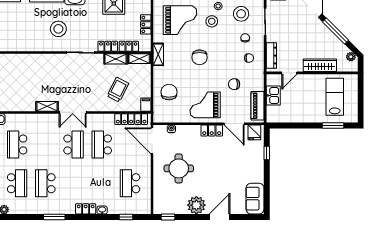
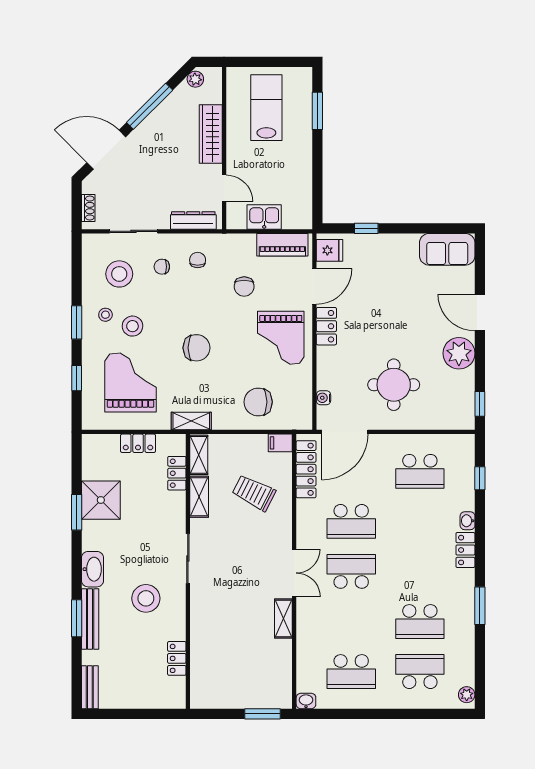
locker: (108, 46) -> (177, 658), moved
lab bench: (335, 97) -> (266, 108), turned 90

